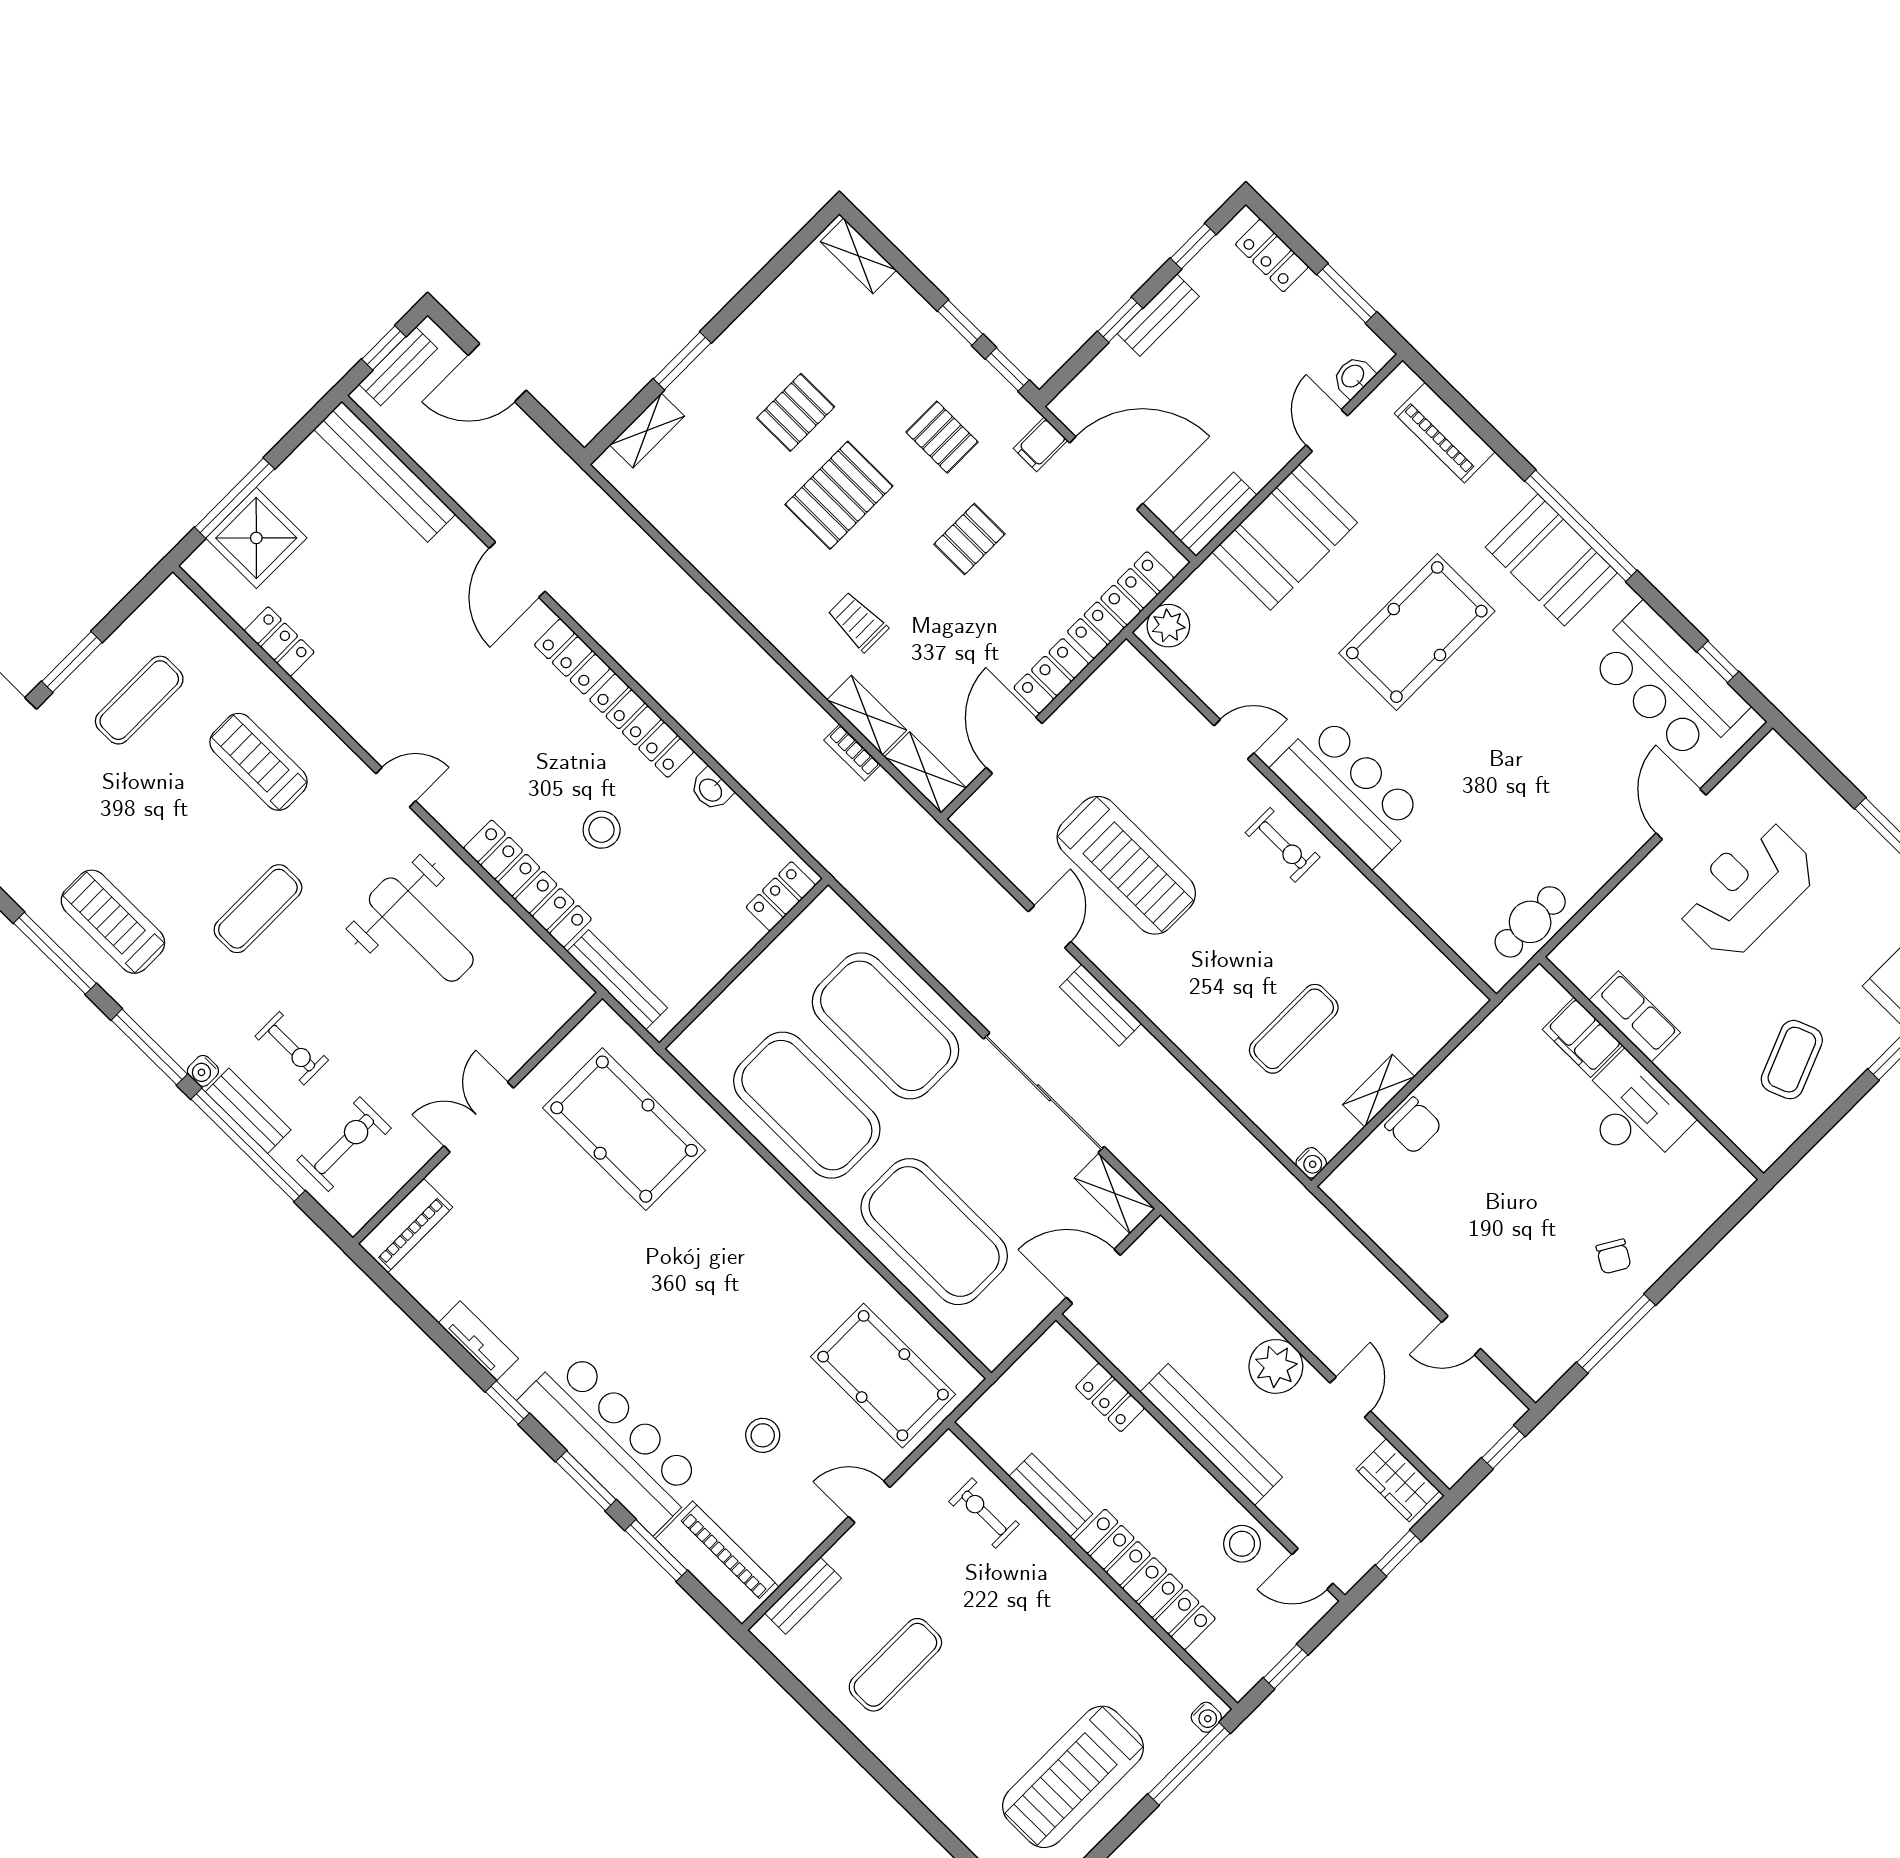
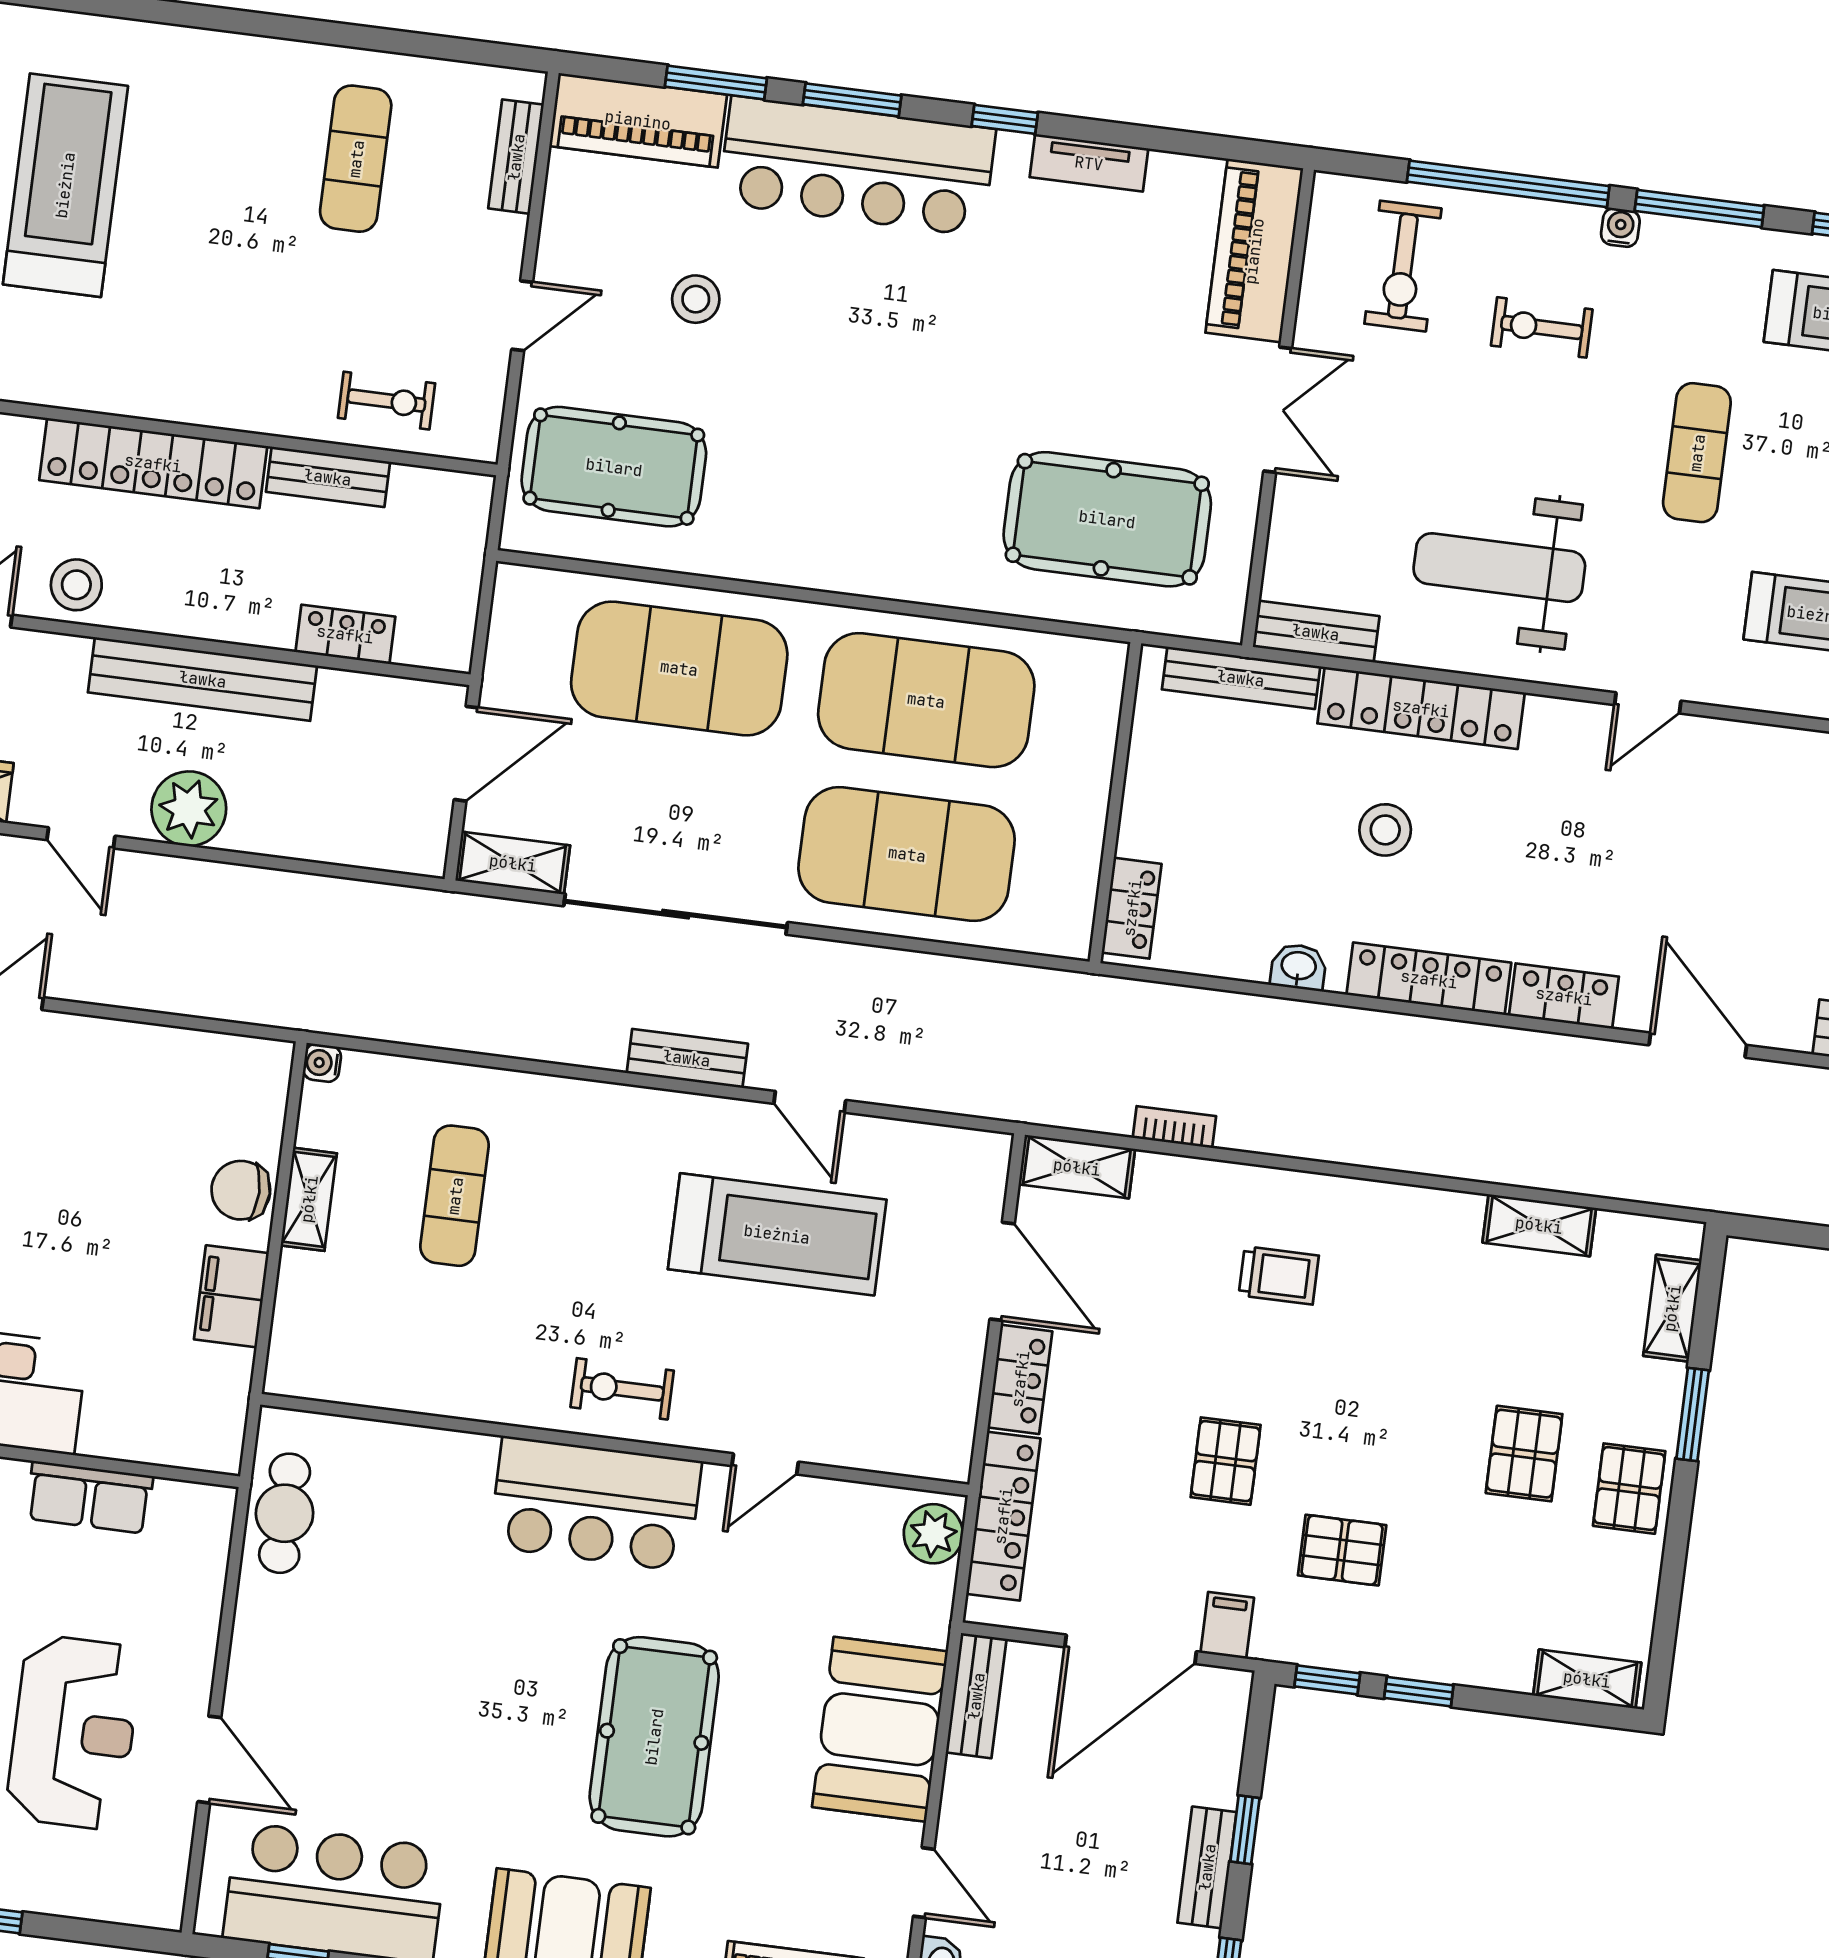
pallet: (839, 495) -> (1629, 1489), moved, width x0.67, depth x0.71
shelving: (867, 715) -> (1539, 1225), moved
treadmill: (1126, 865) -> (777, 1234), turned 180
filing cabinet: (1583, 1037) -> (231, 1296), moved, turned -90
bench: (248, 1111) -> (1316, 632), moved
piano: (406, 1225) -> (1254, 251), width x1.37, depth x1.33

